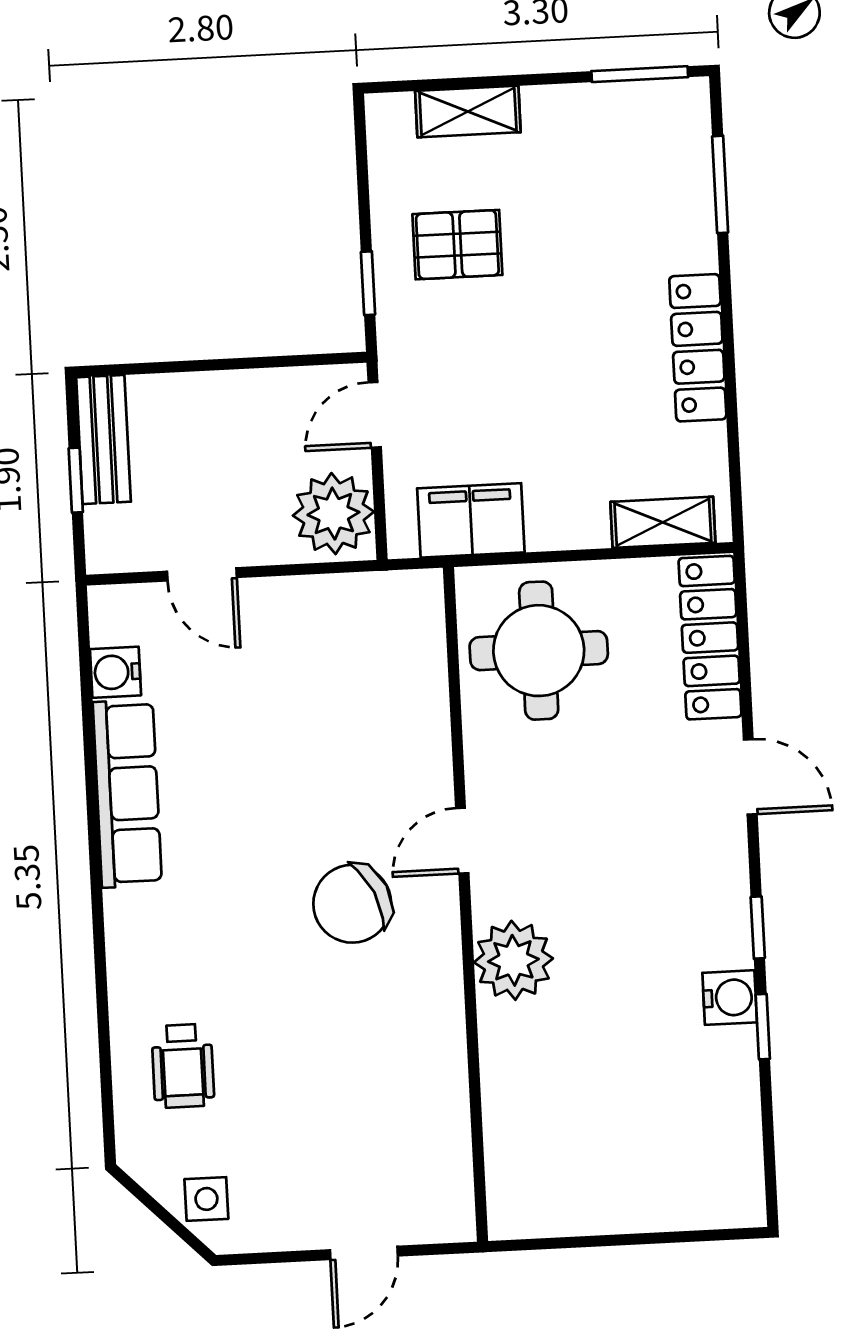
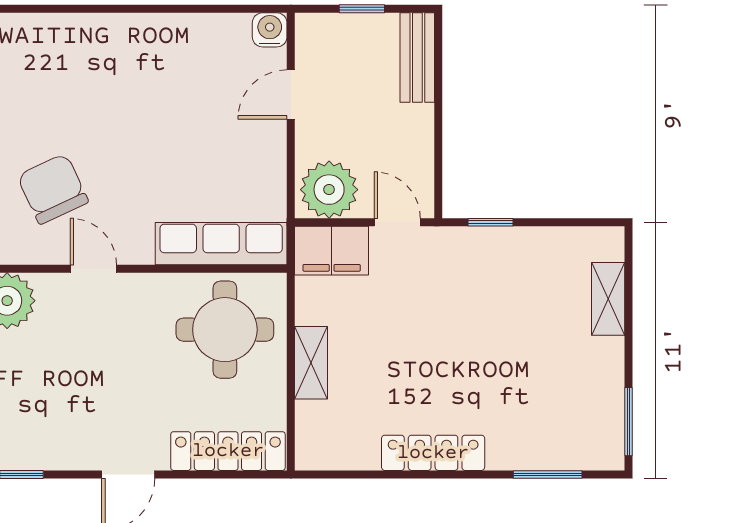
pallet: (457, 245) -> (515, 287), removed
bench: (103, 440) -> (417, 57), moved, turned 90
filing cabinet: (471, 520) -> (332, 251), moved, turned 90
shelving: (663, 522) -> (311, 363), moved
water cooler: (115, 672) -> (270, 30), moved
row of seats: (127, 794) -> (221, 244), moved, turned 180

